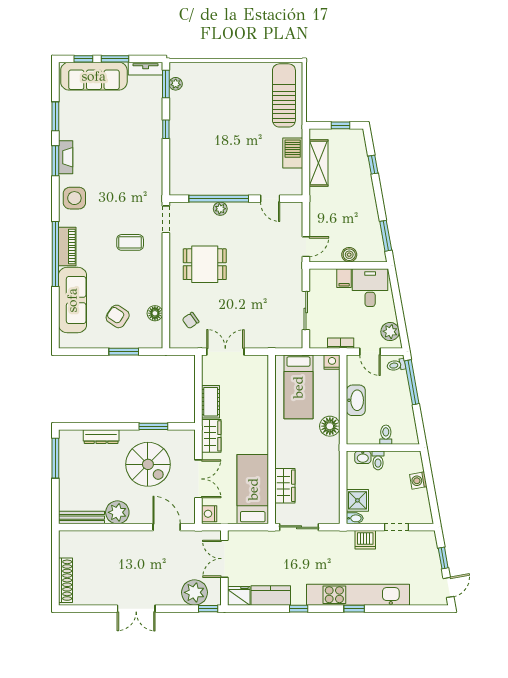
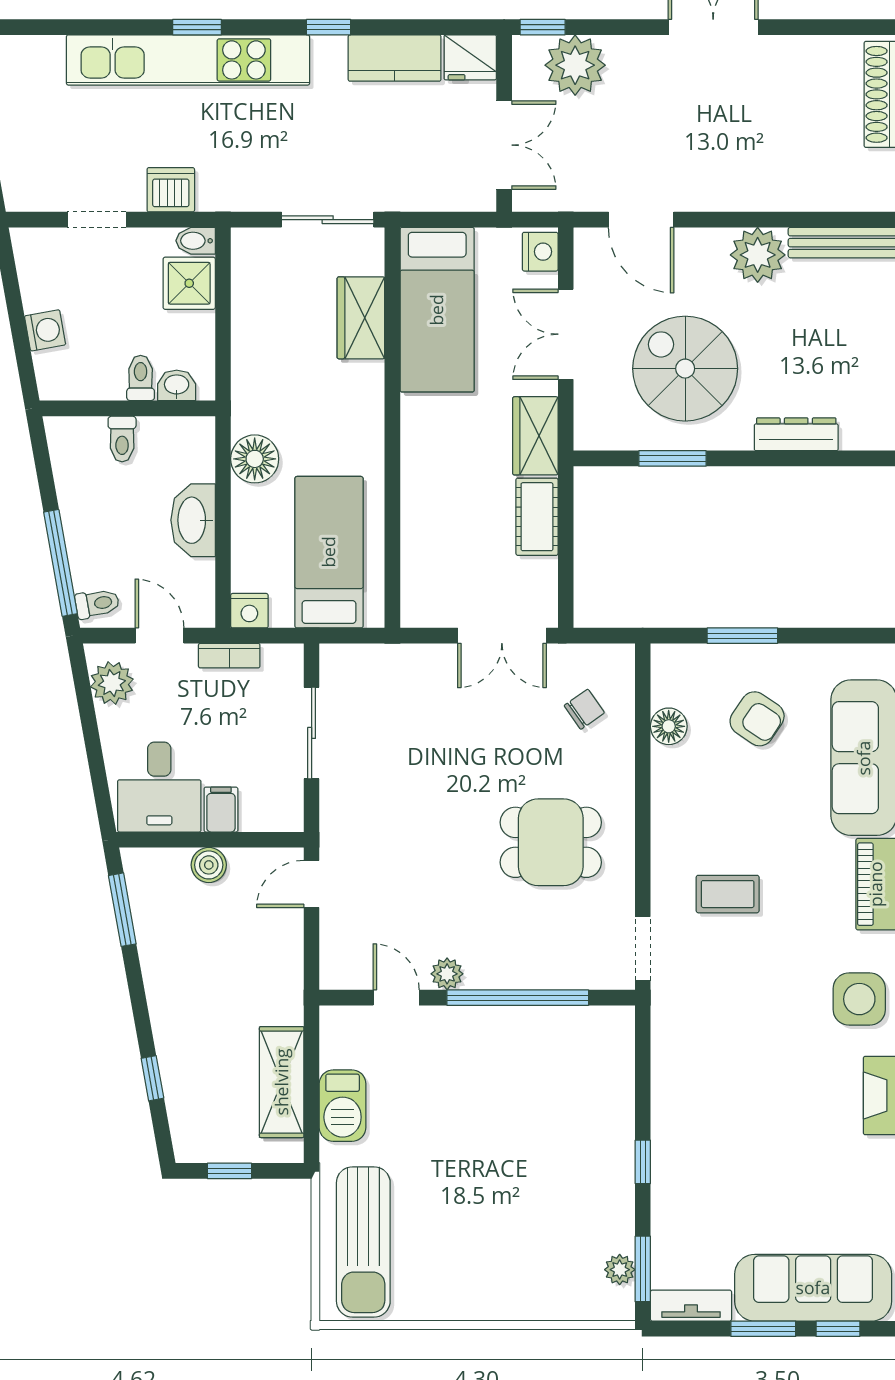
plant: (220, 209) -> (447, 974), moved

